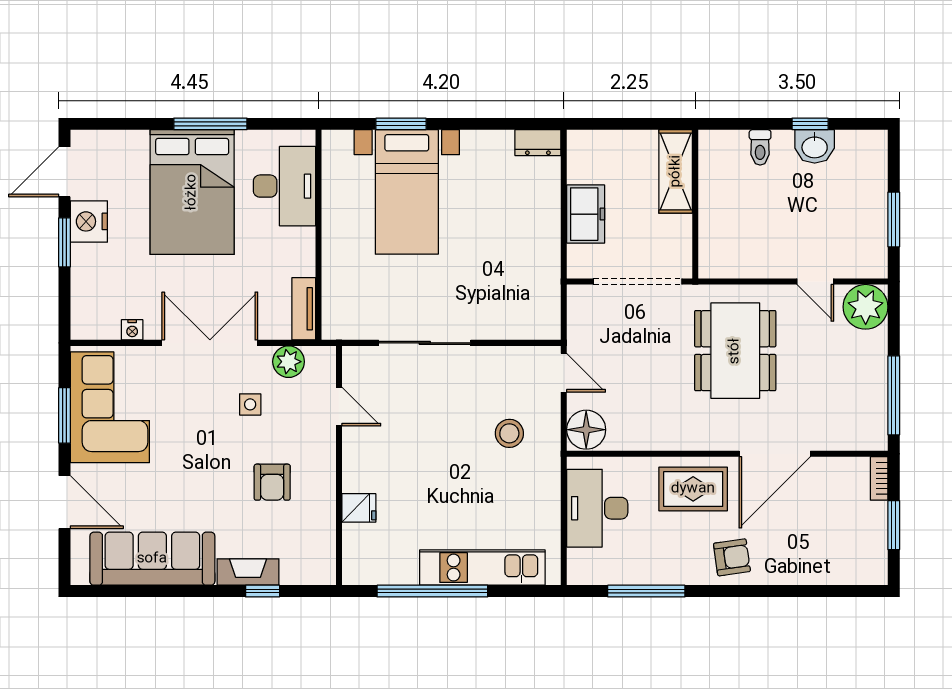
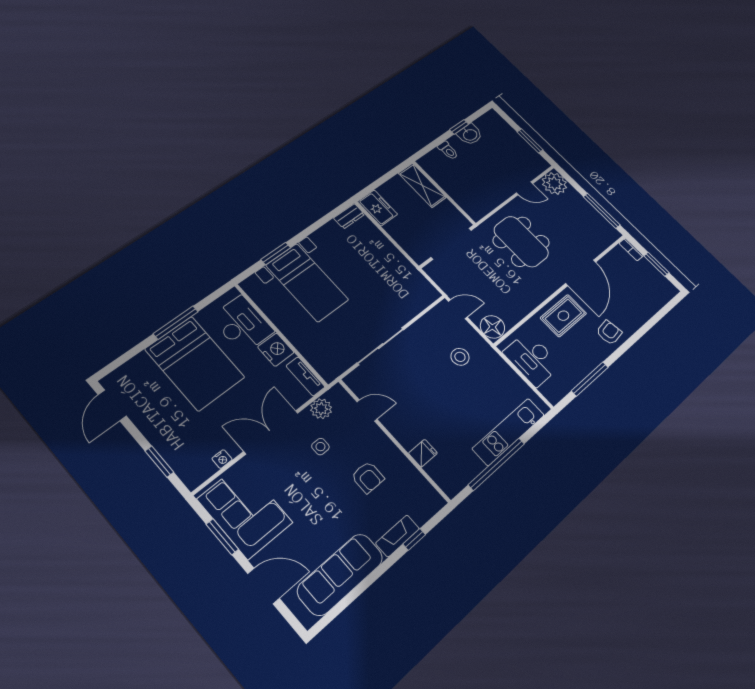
freezer: (586, 214) -> (378, 208), moved
nightstand: (89, 221) -> (276, 350), moved, turned 180
window: (65, 242) -> (159, 462), moved

